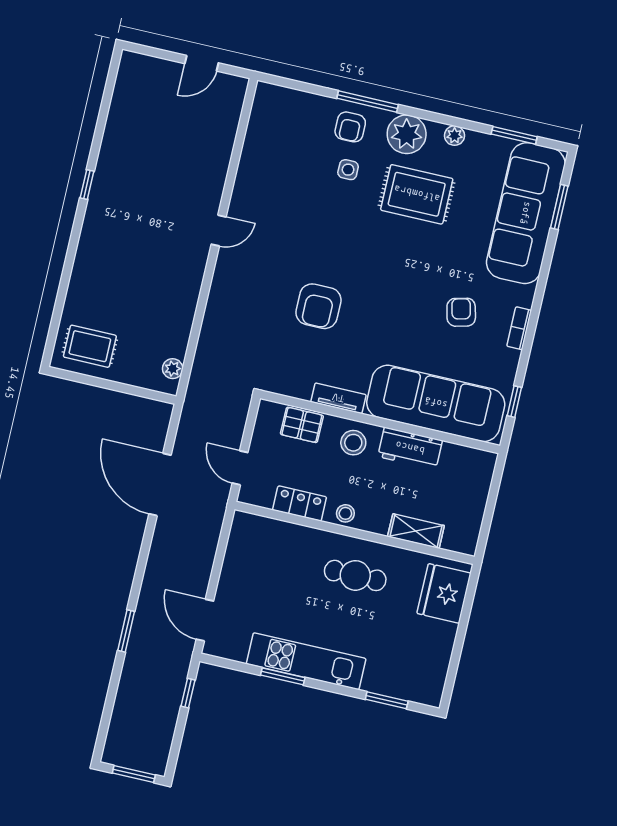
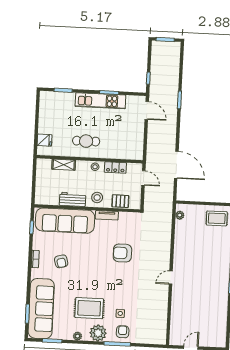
armchair: (318, 306) -> (122, 253), turned -90
fridge: (444, 593) -> (45, 140), width x0.53, depth x0.75

